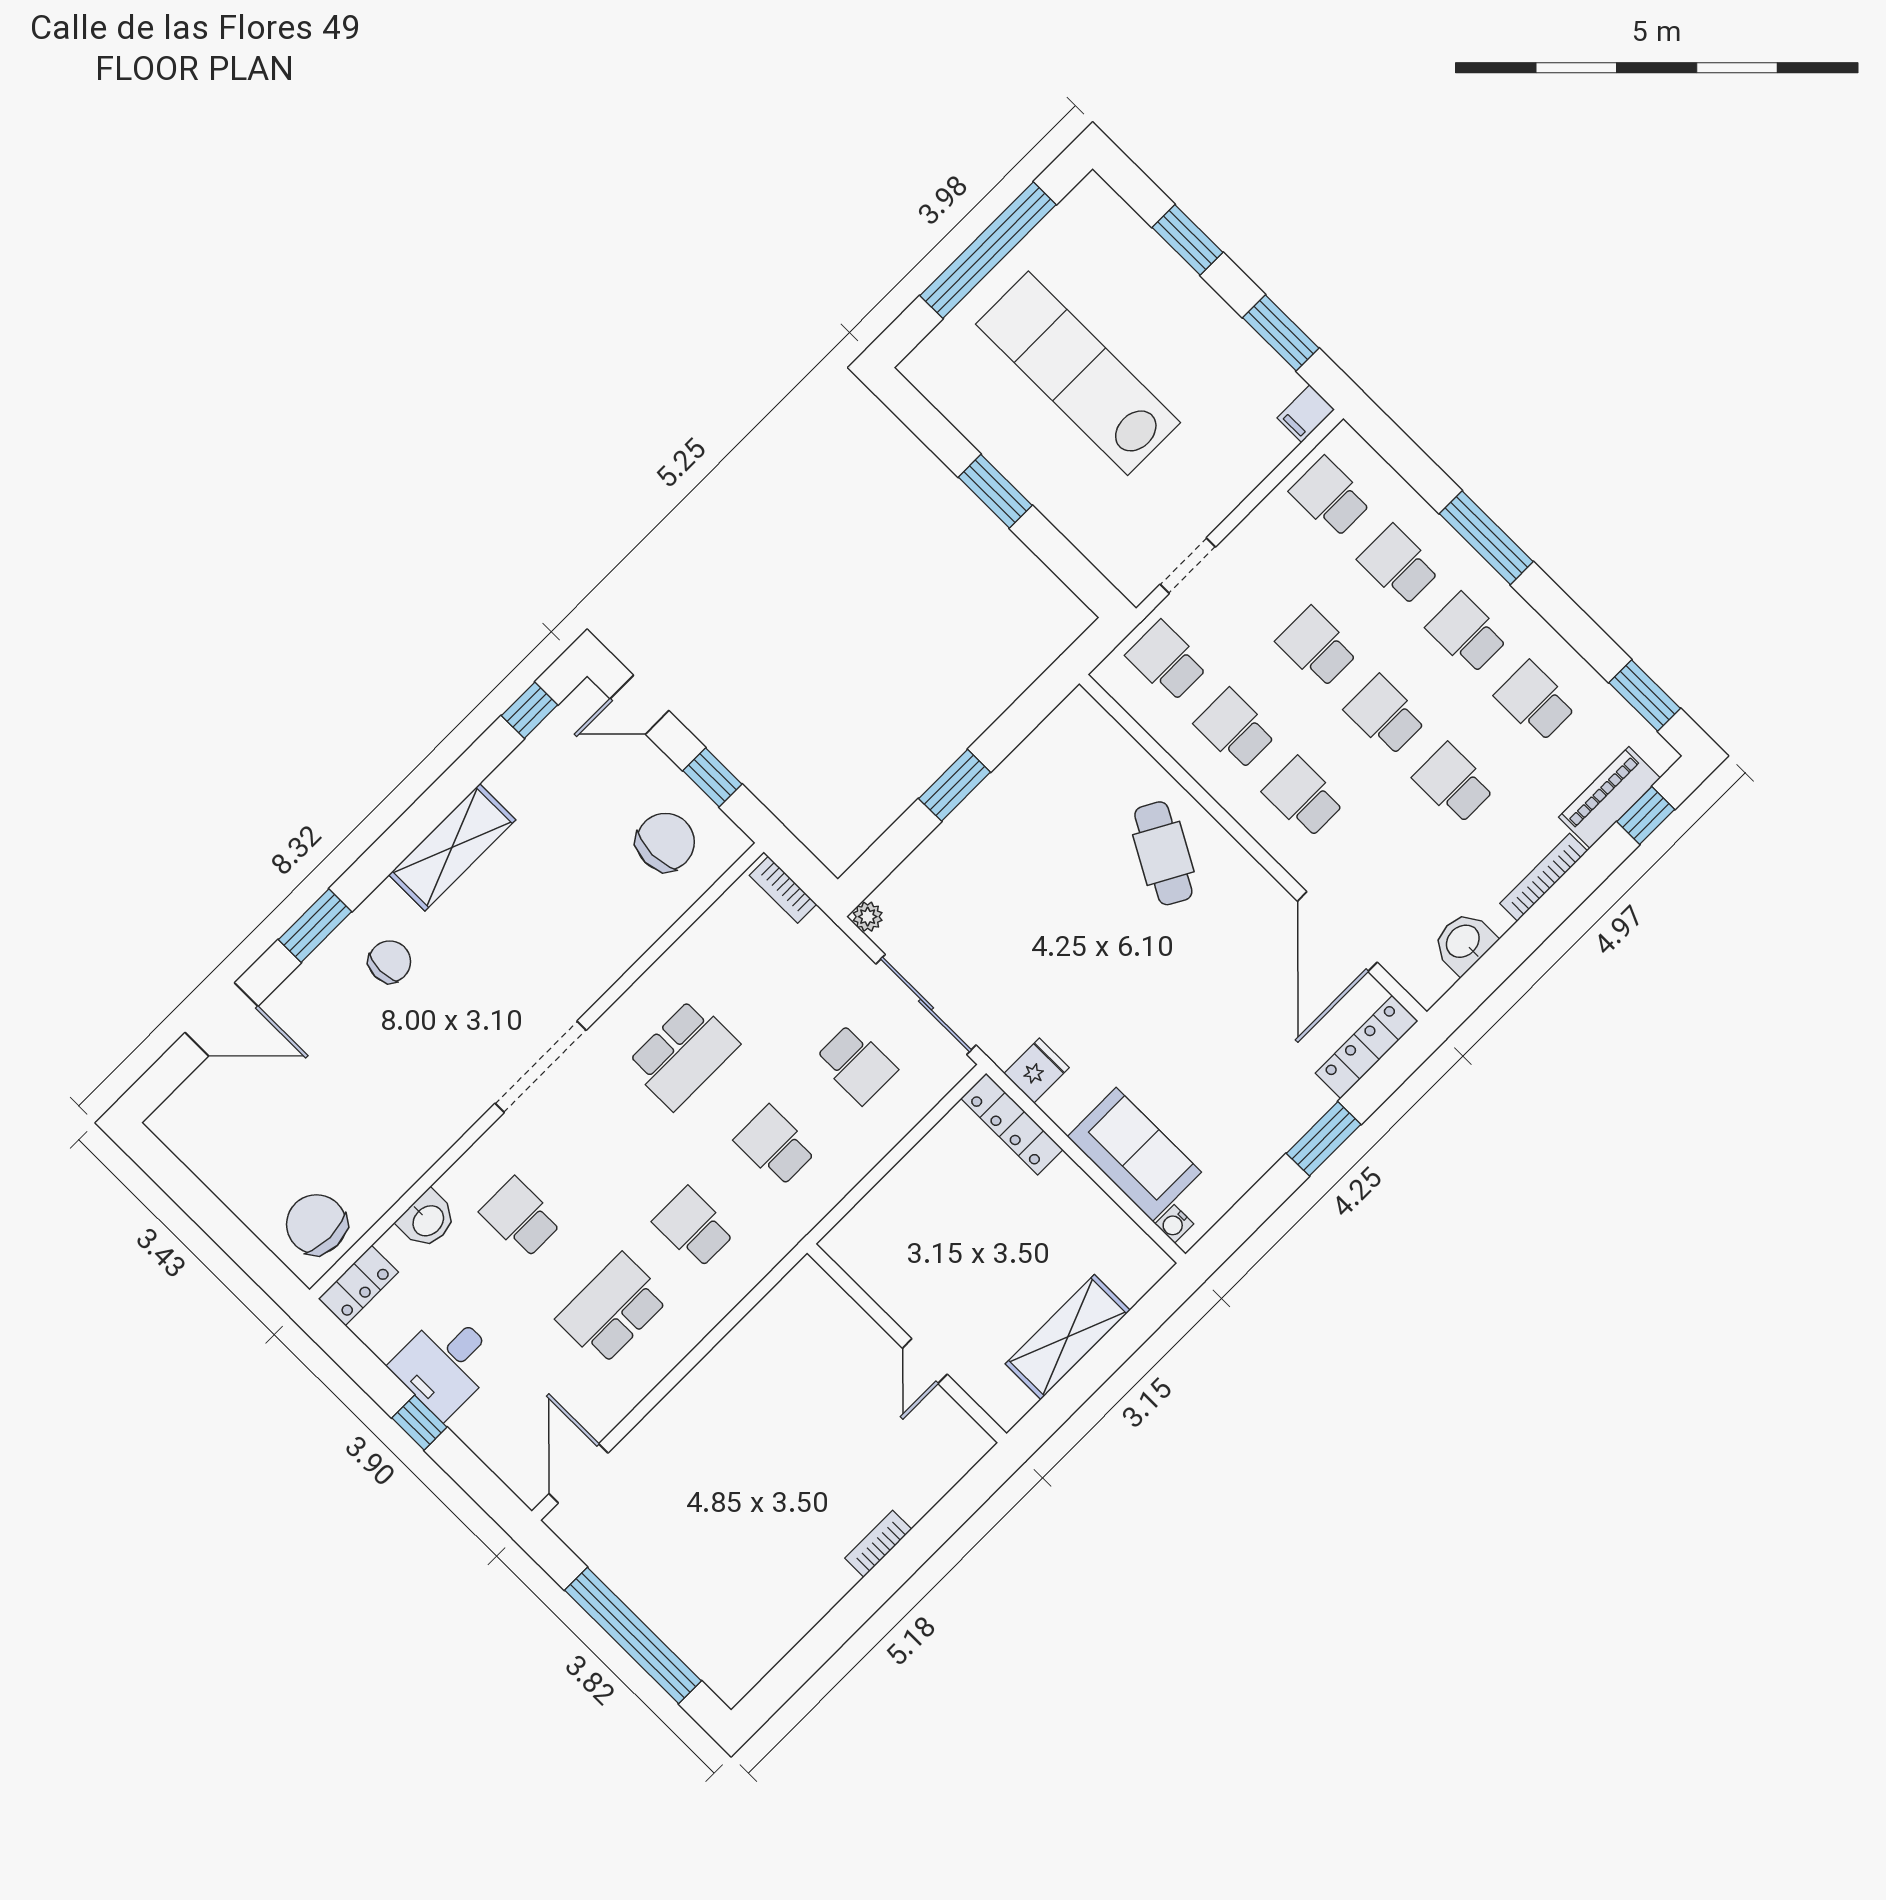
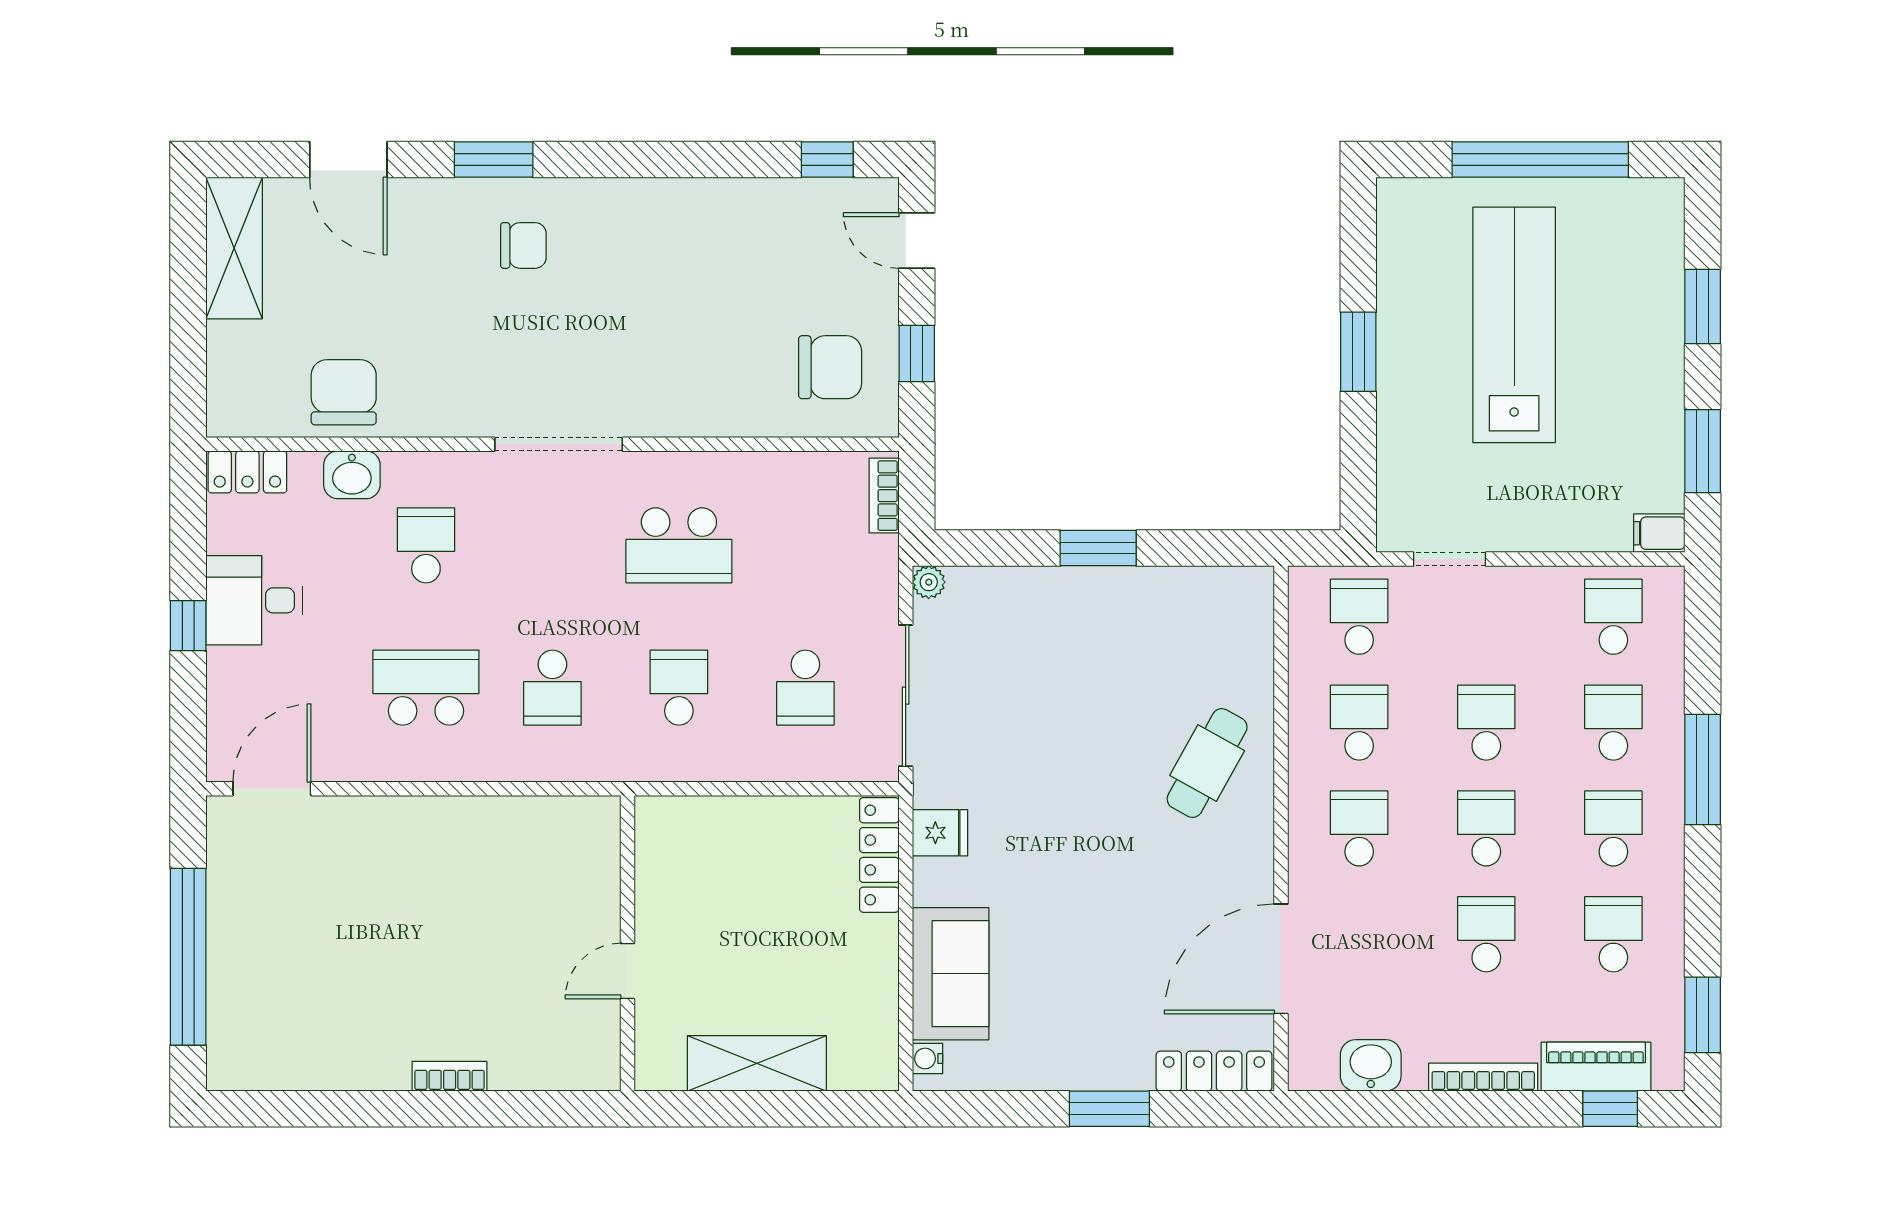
shelving: (452, 847) -> (234, 248), moved, turned 90
chair: (316, 1224) -> (344, 392), moved
school desk: (694, 1227) -> (552, 688), turned 180

